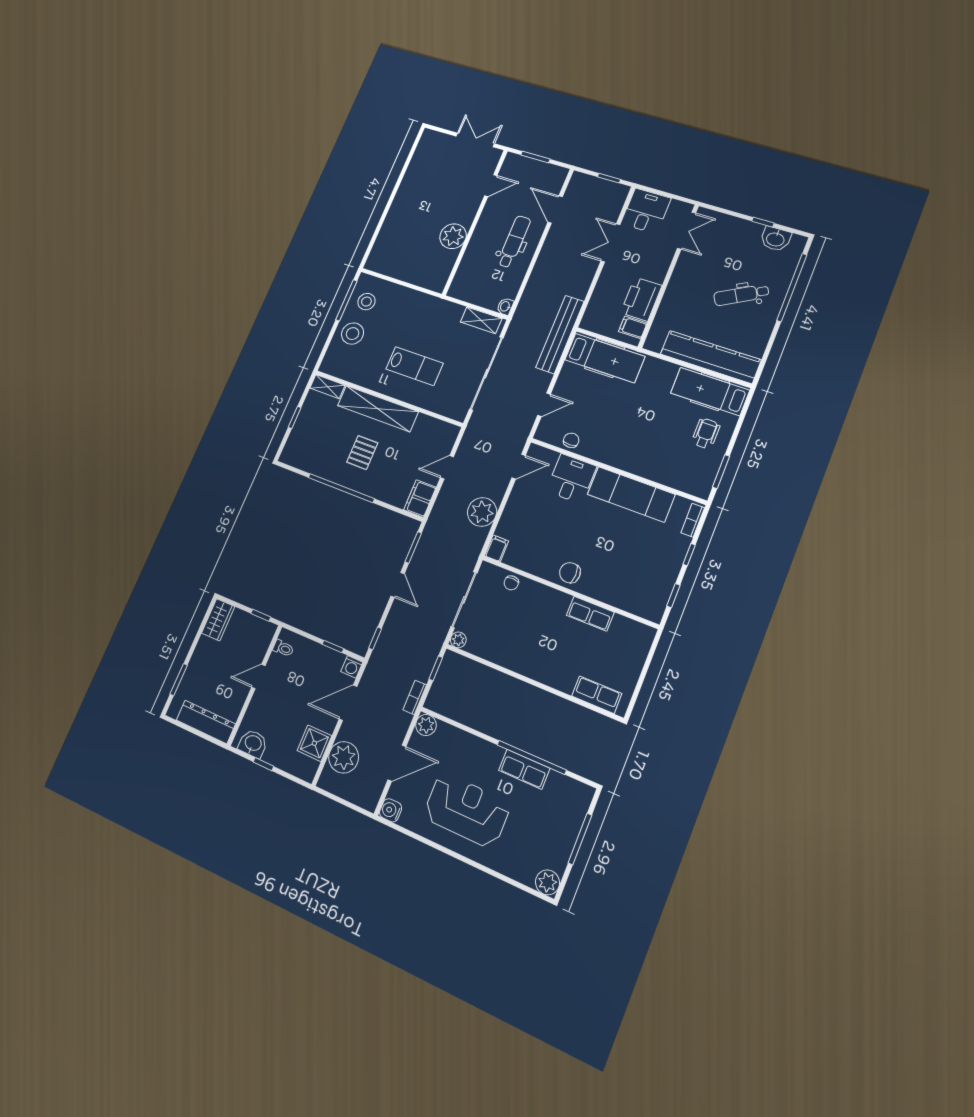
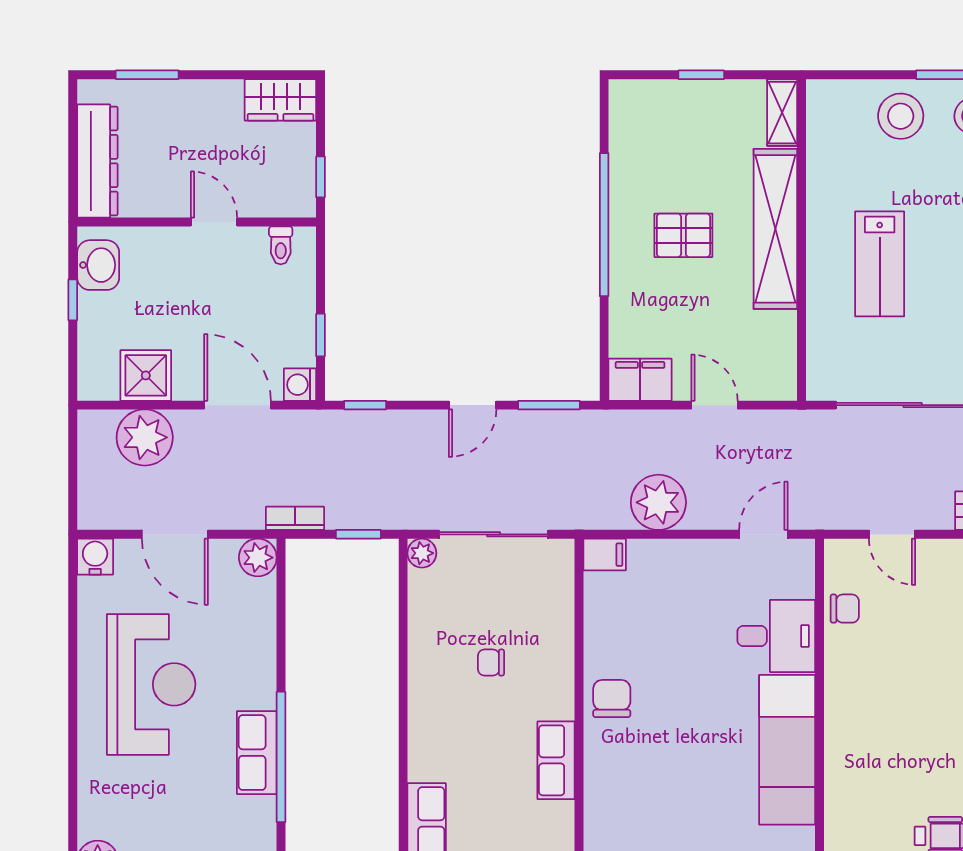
door: (519, 467) -> (763, 534), swing flipped
chair: (511, 583) -> (491, 663), moved

